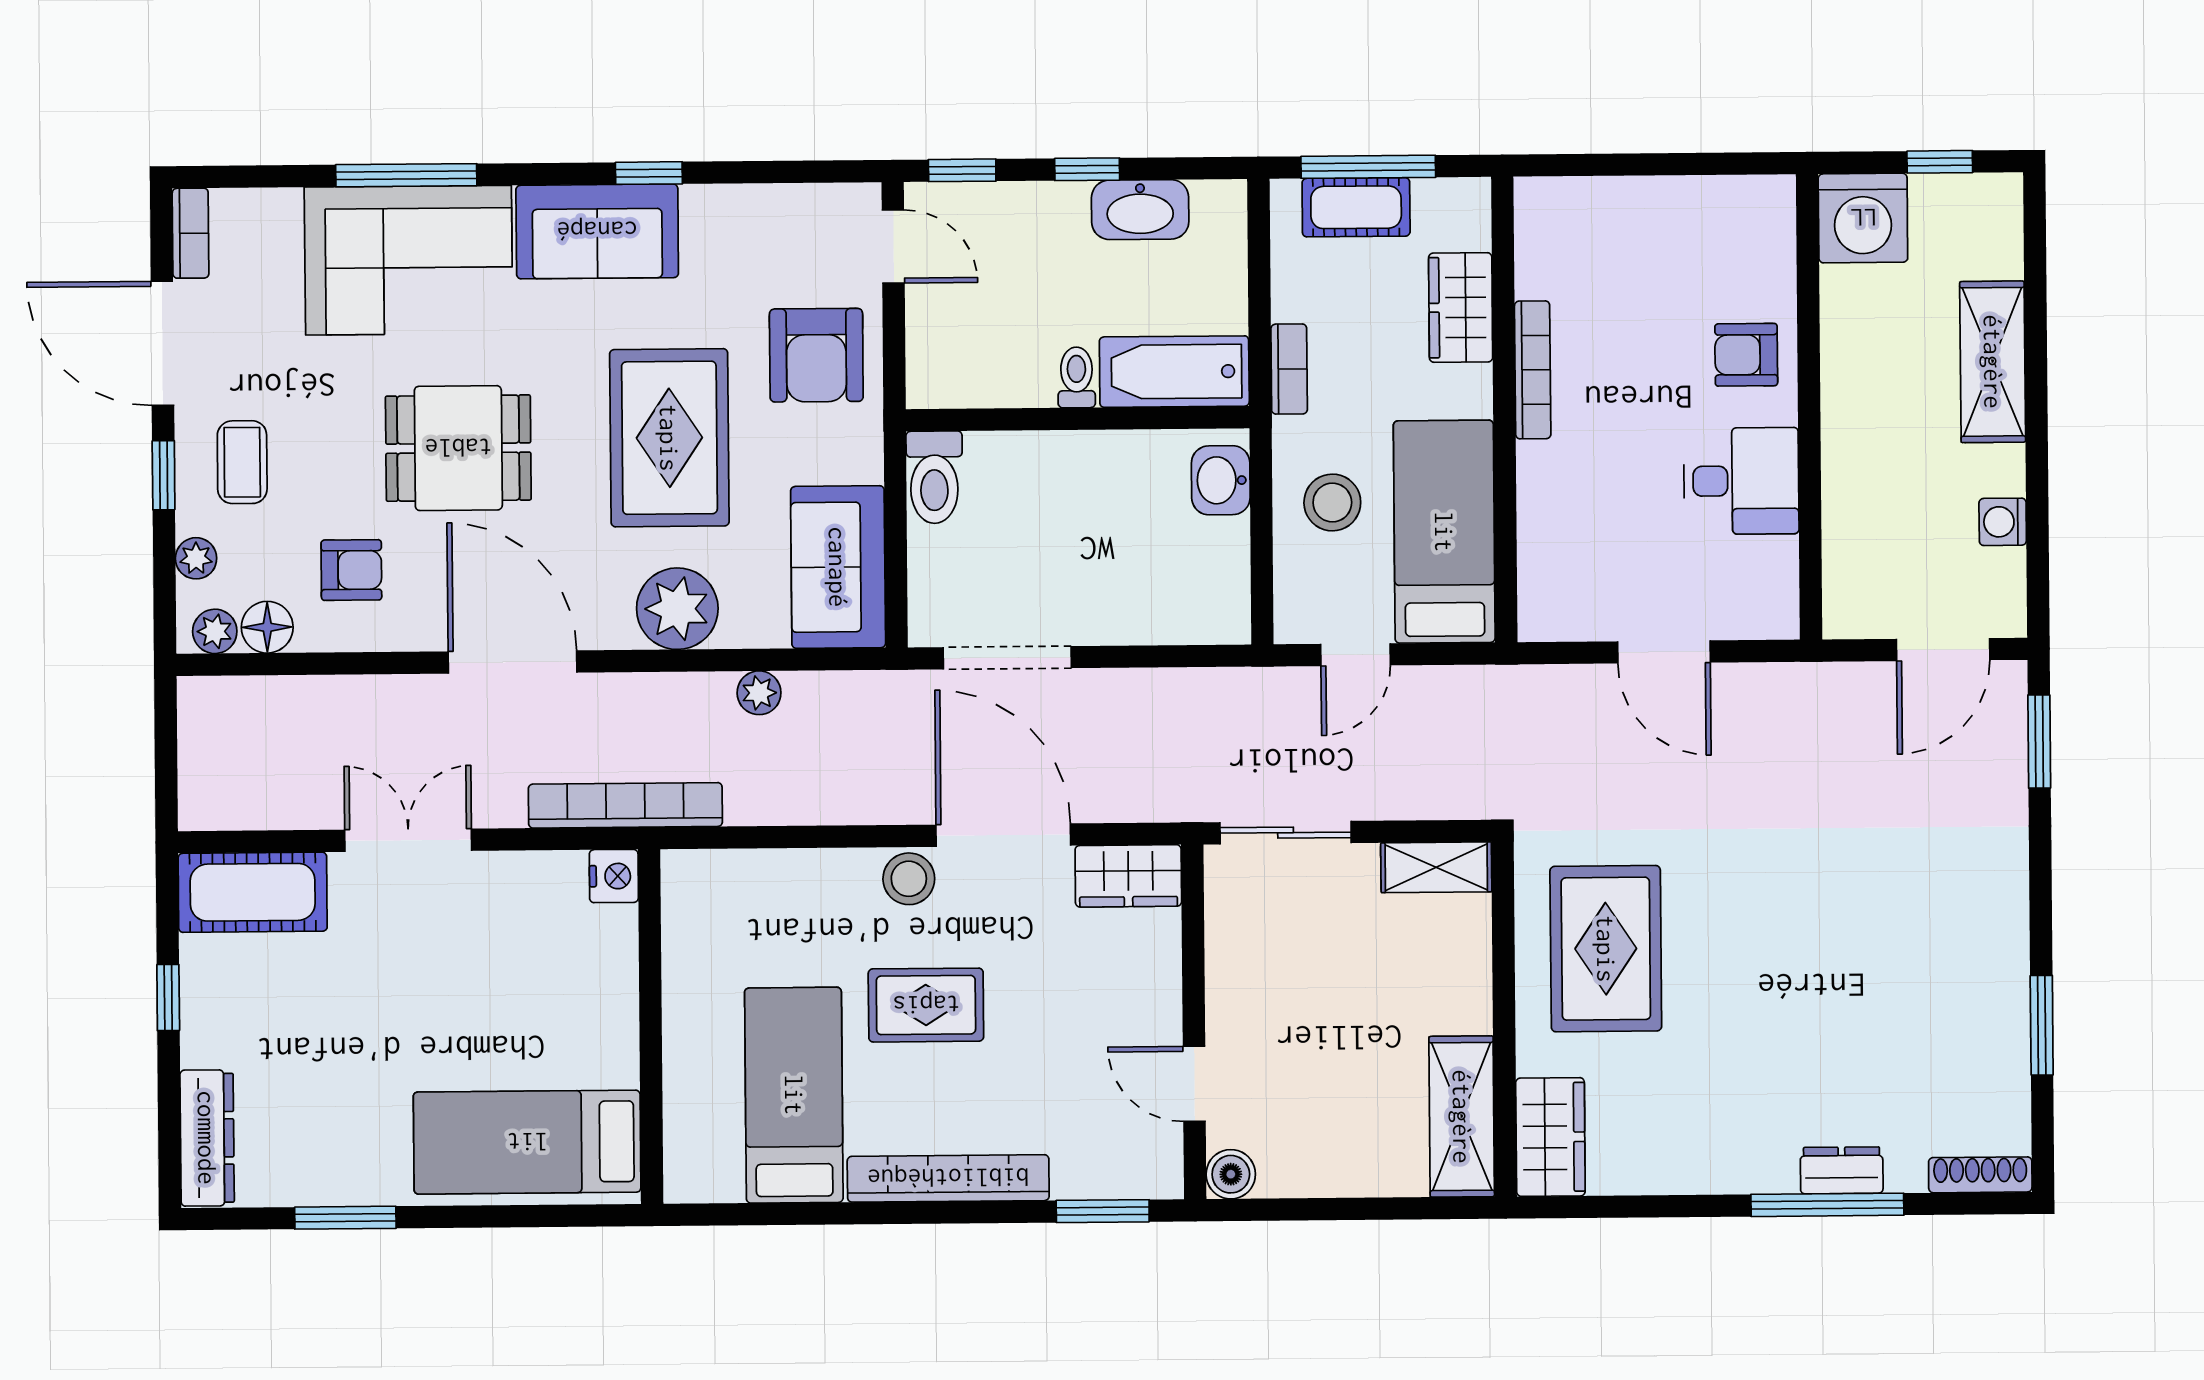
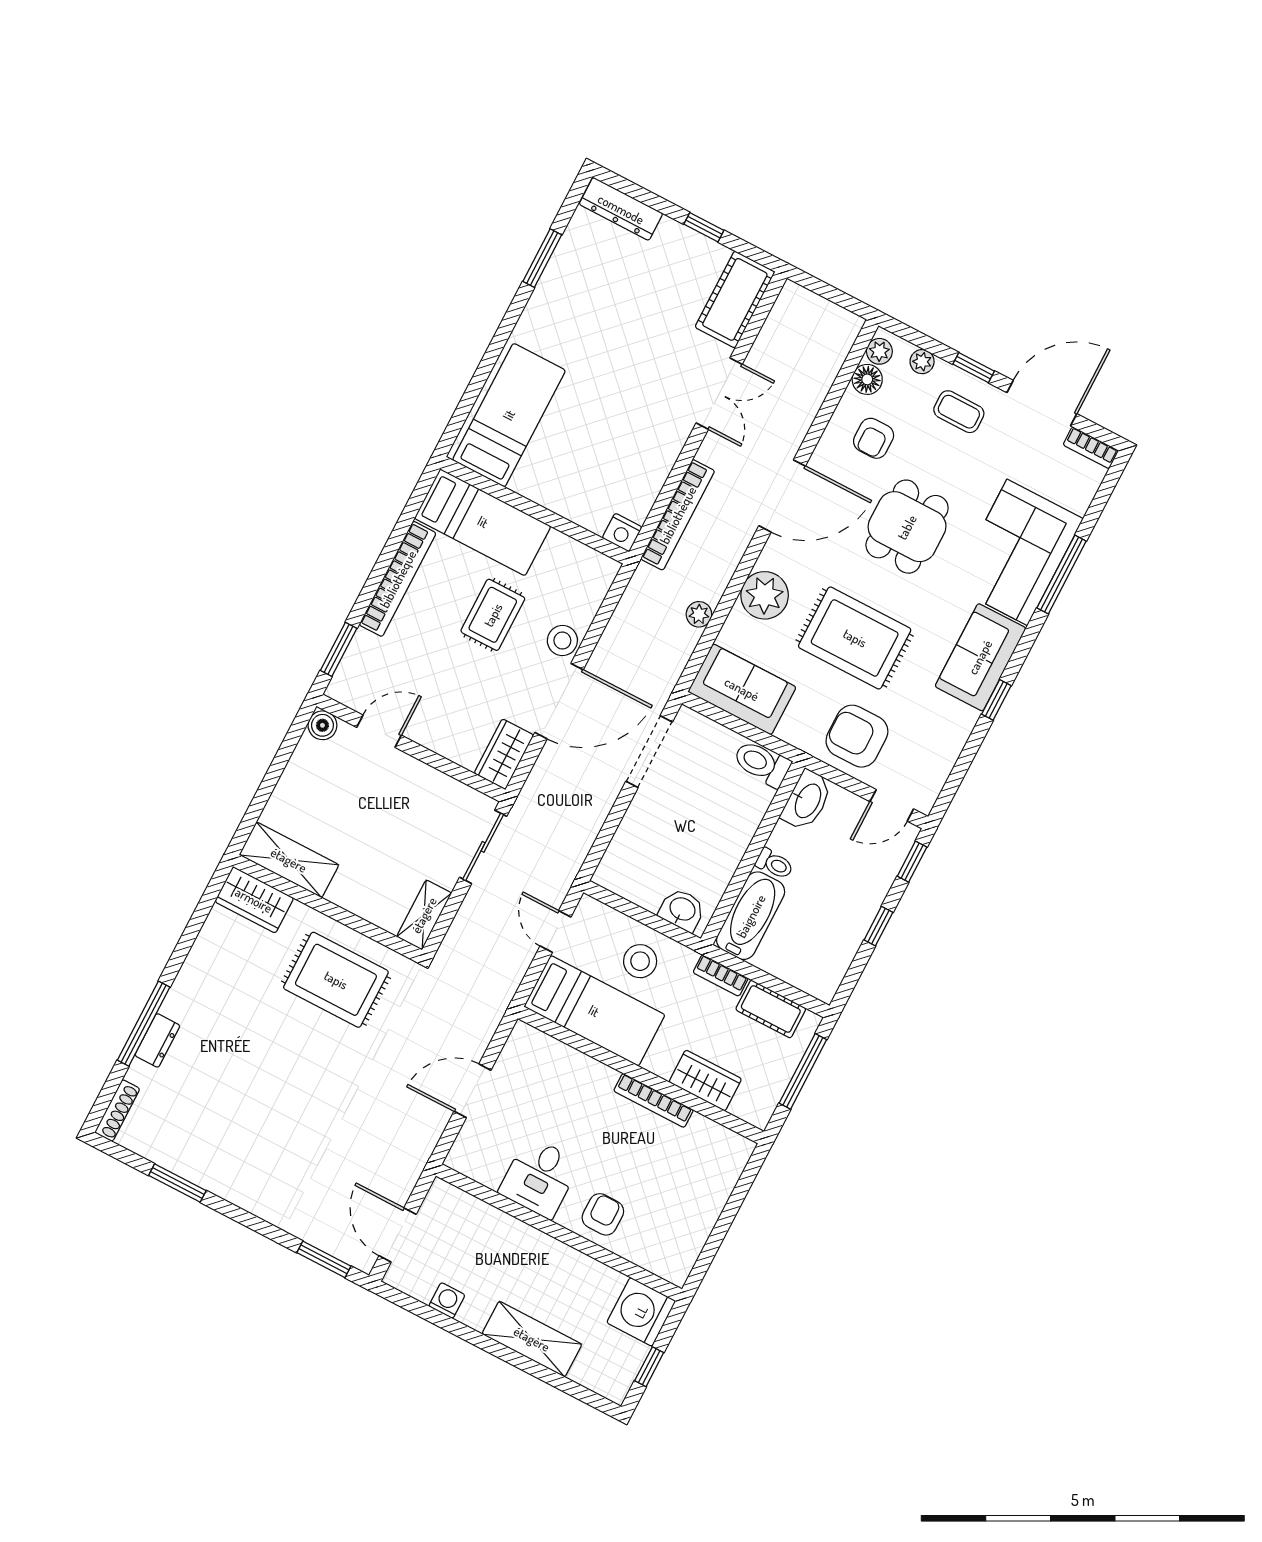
cot: (1356, 207) -> (771, 1009), moved, turned 90
washbasin: (1140, 210) -> (807, 800), moved, turned 180
nightstand: (614, 876) -> (622, 533), moved
wall: (651, 1027) -> (535, 510), moved
bed: (527, 1142) -> (509, 415), moved

